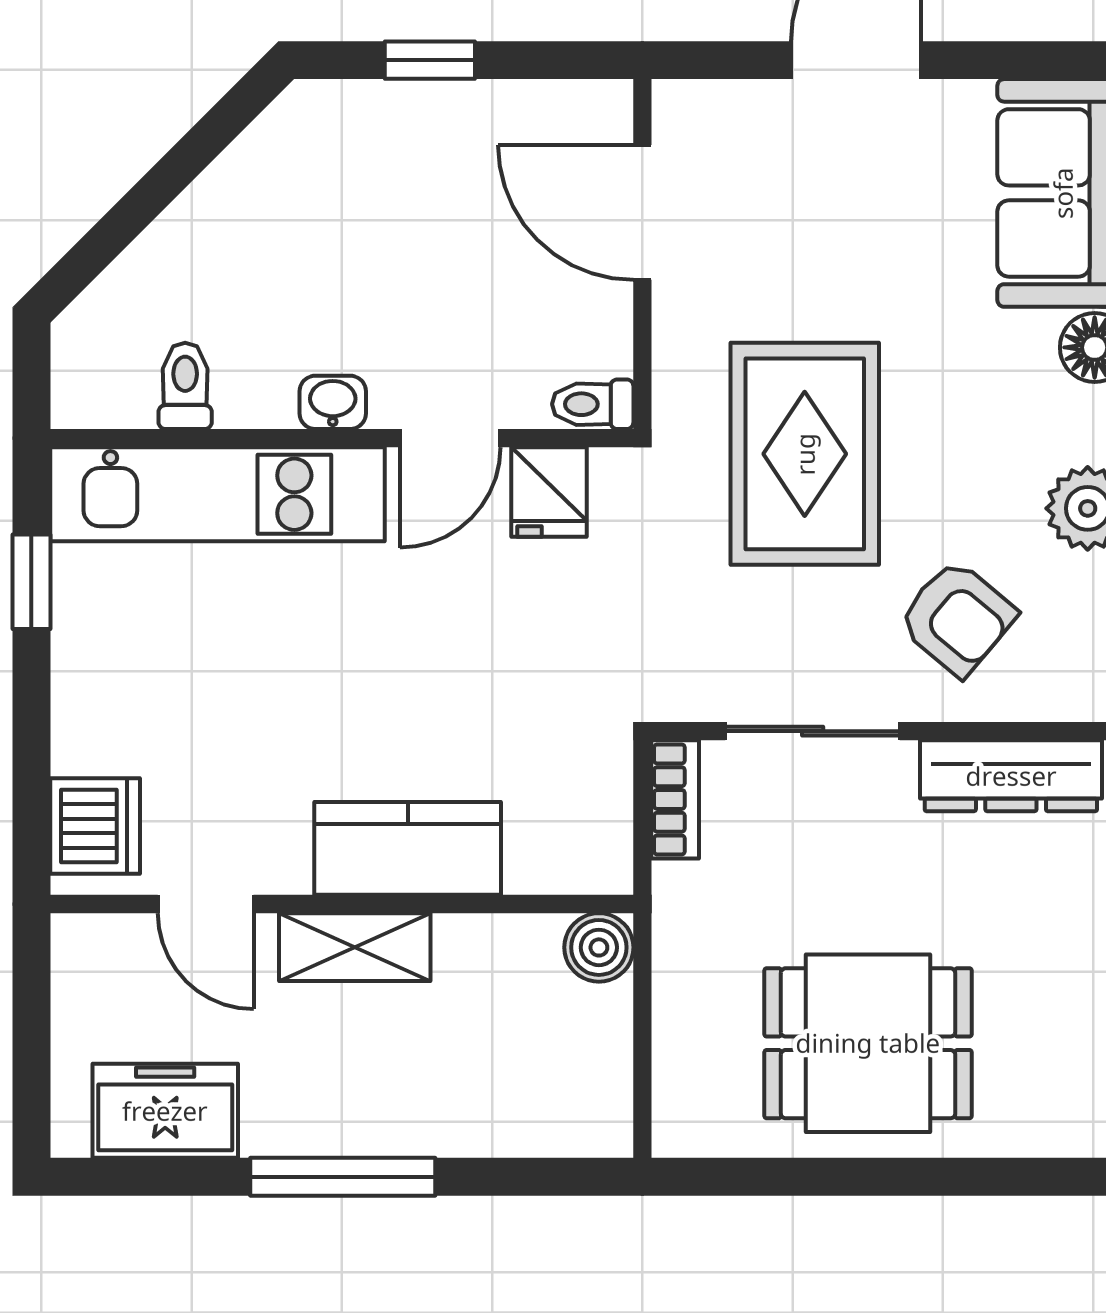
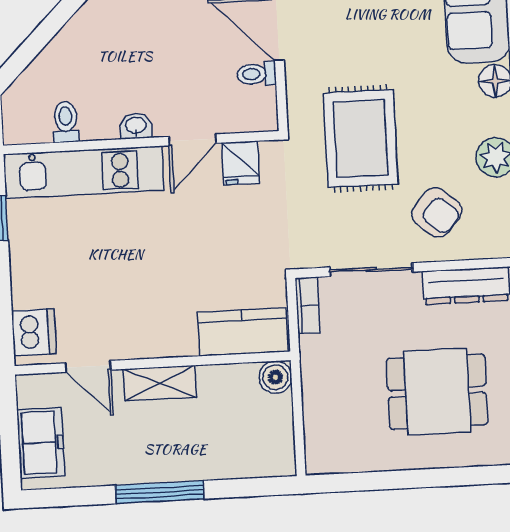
toilet: (593, 404) -> (257, 74), moved
kitchen counter: (408, 848) -> (243, 332), moved
dining table: (868, 1043) -> (437, 392), moved
freezer: (165, 1111) -> (41, 443), moved, turned 90

